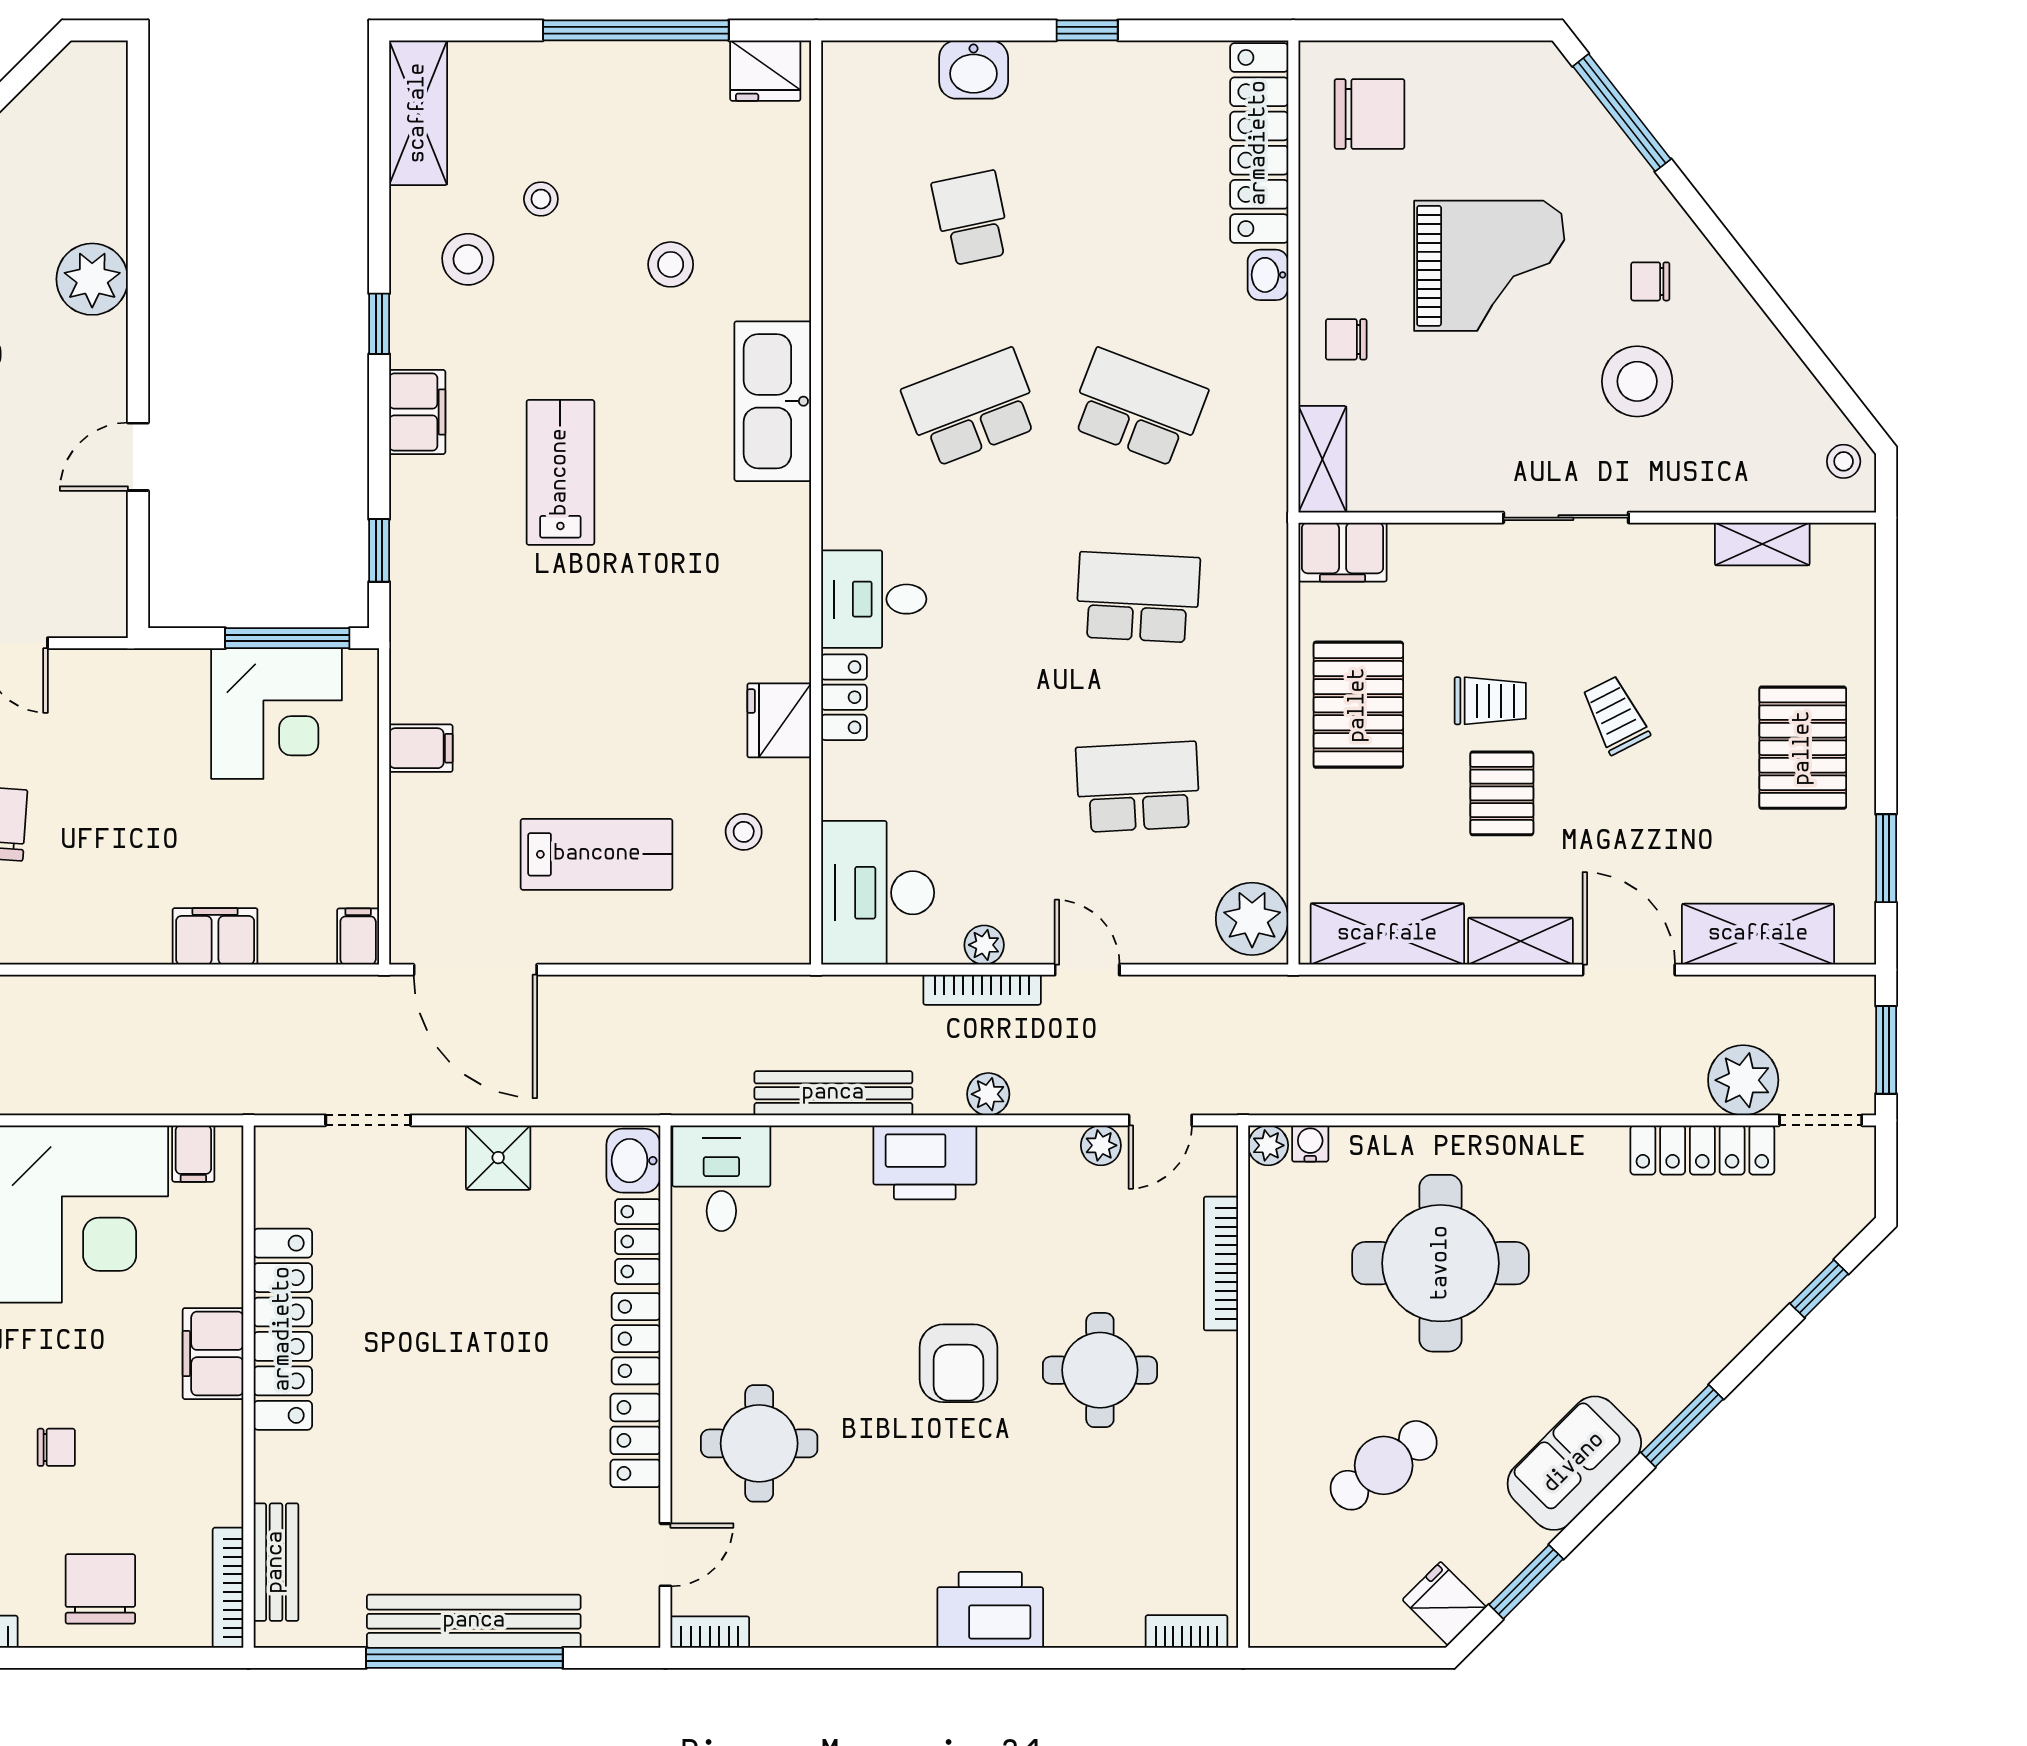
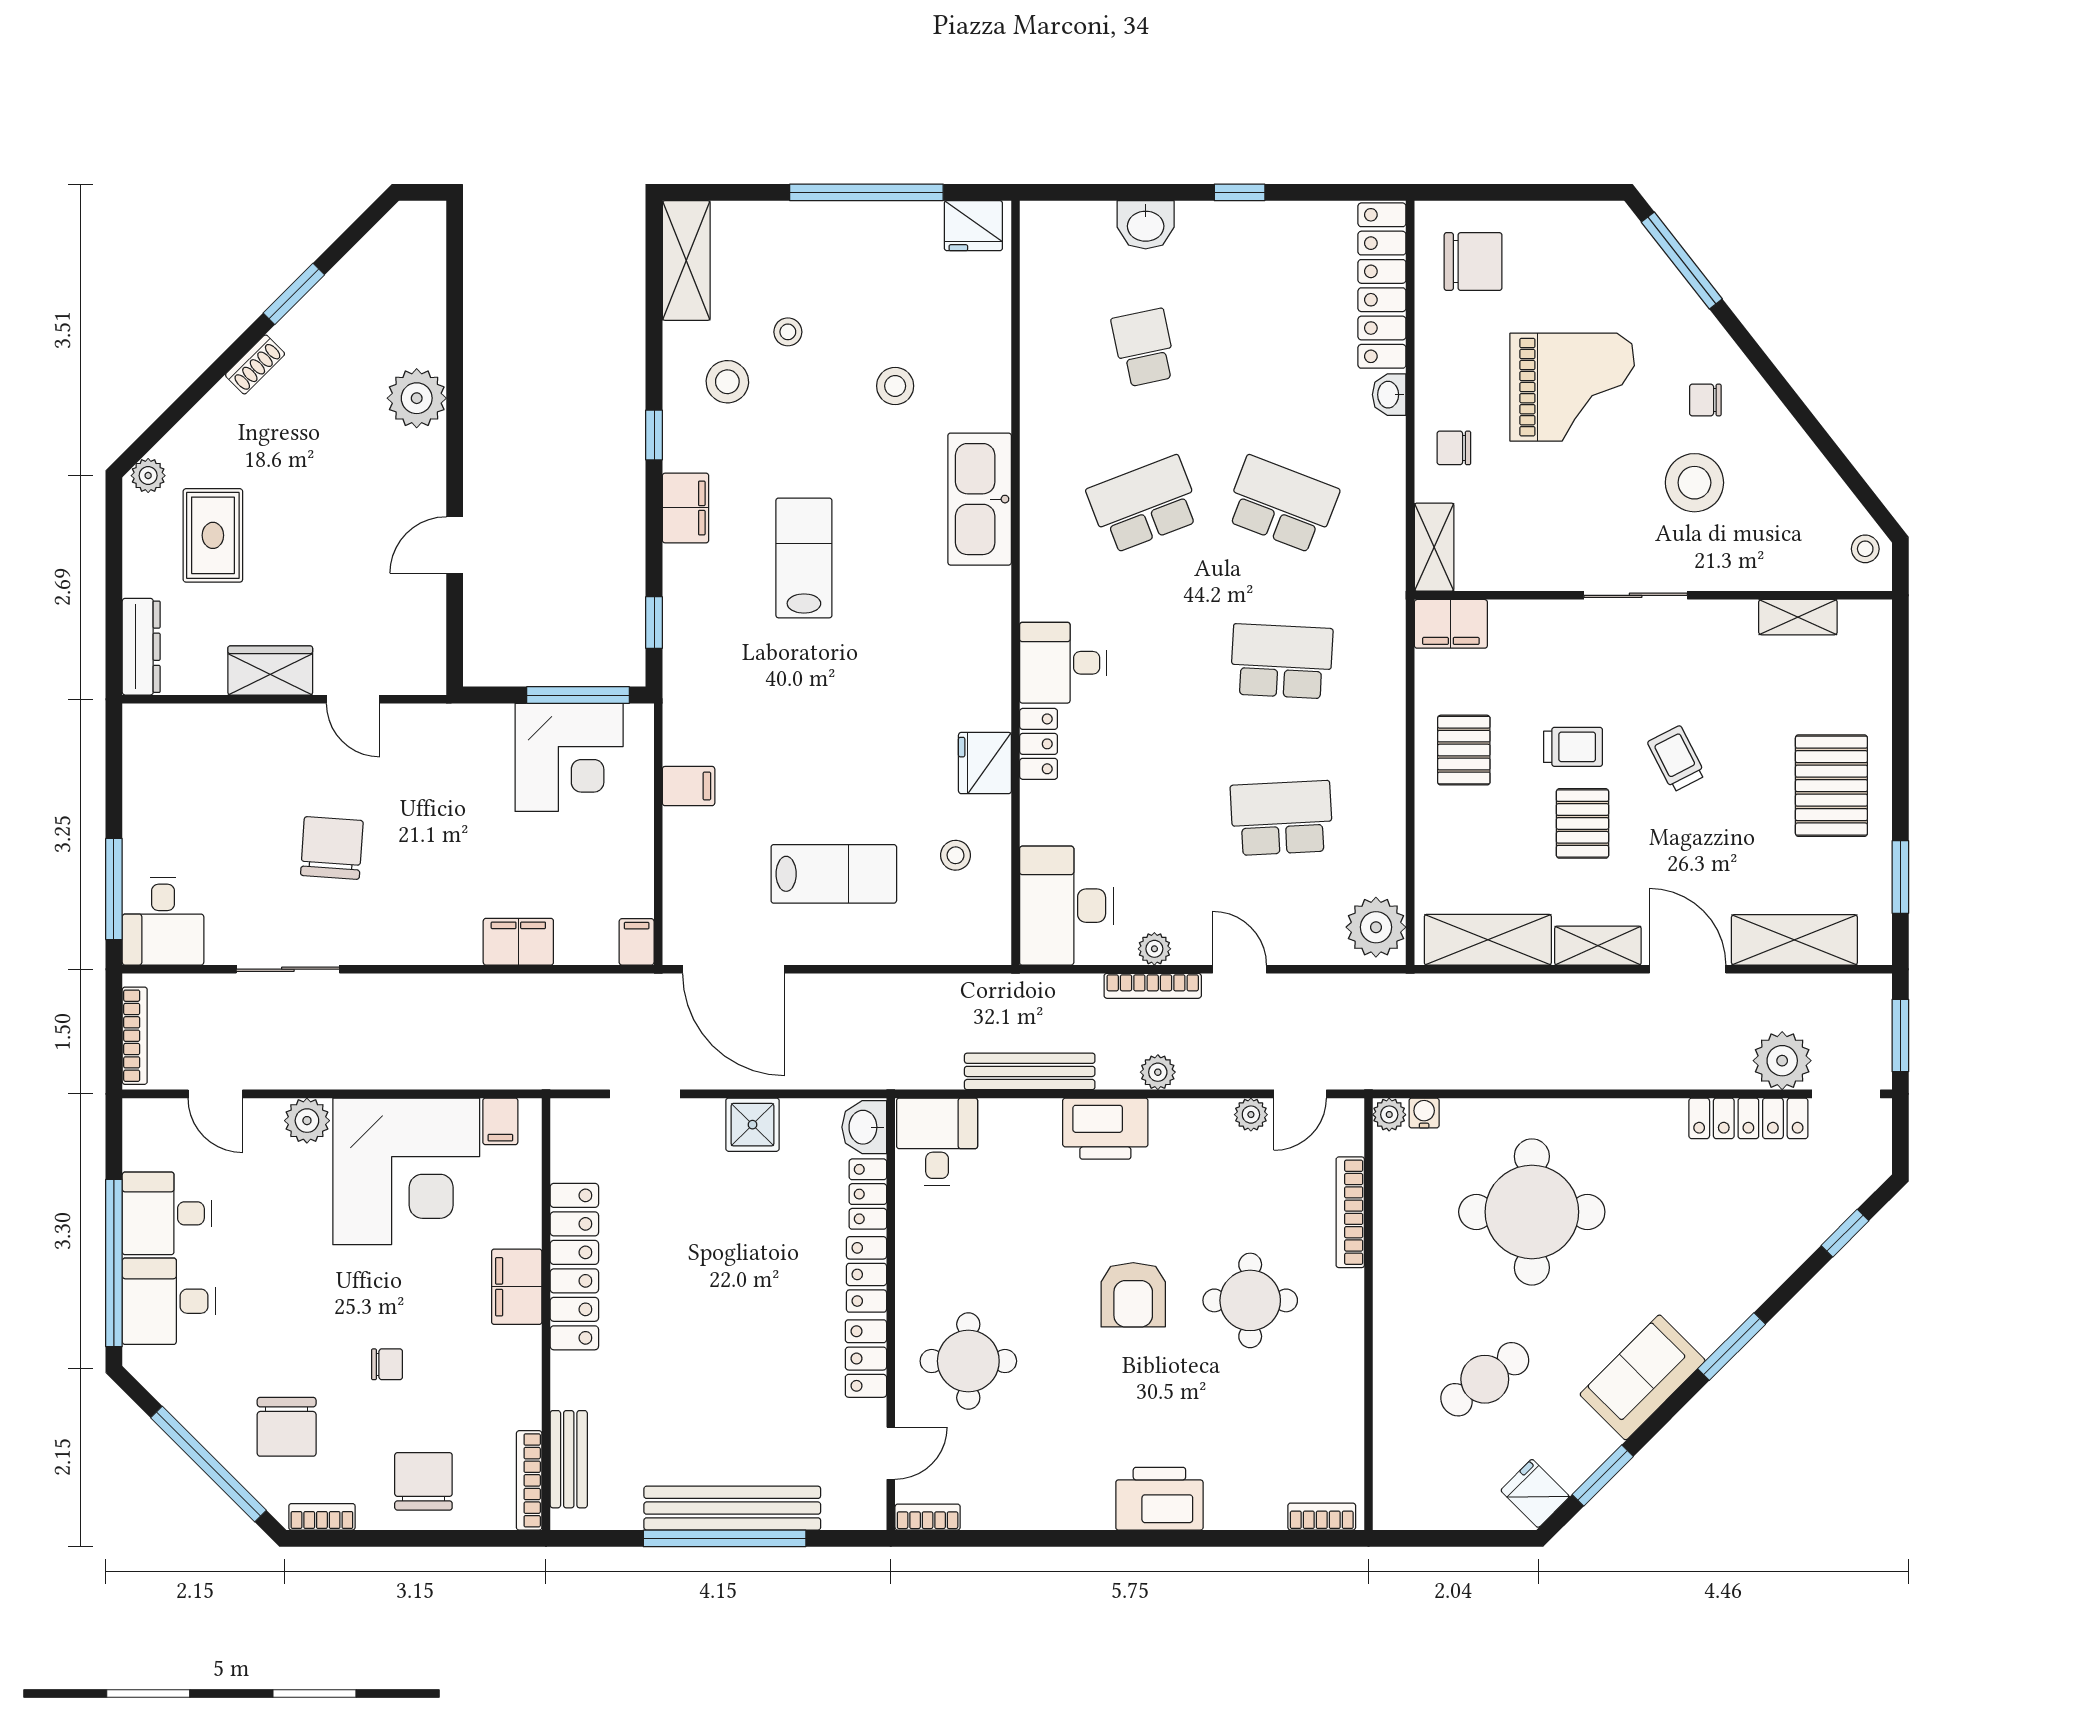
pallet: (1358, 705) -> (1464, 750), width x0.67, depth x0.71

